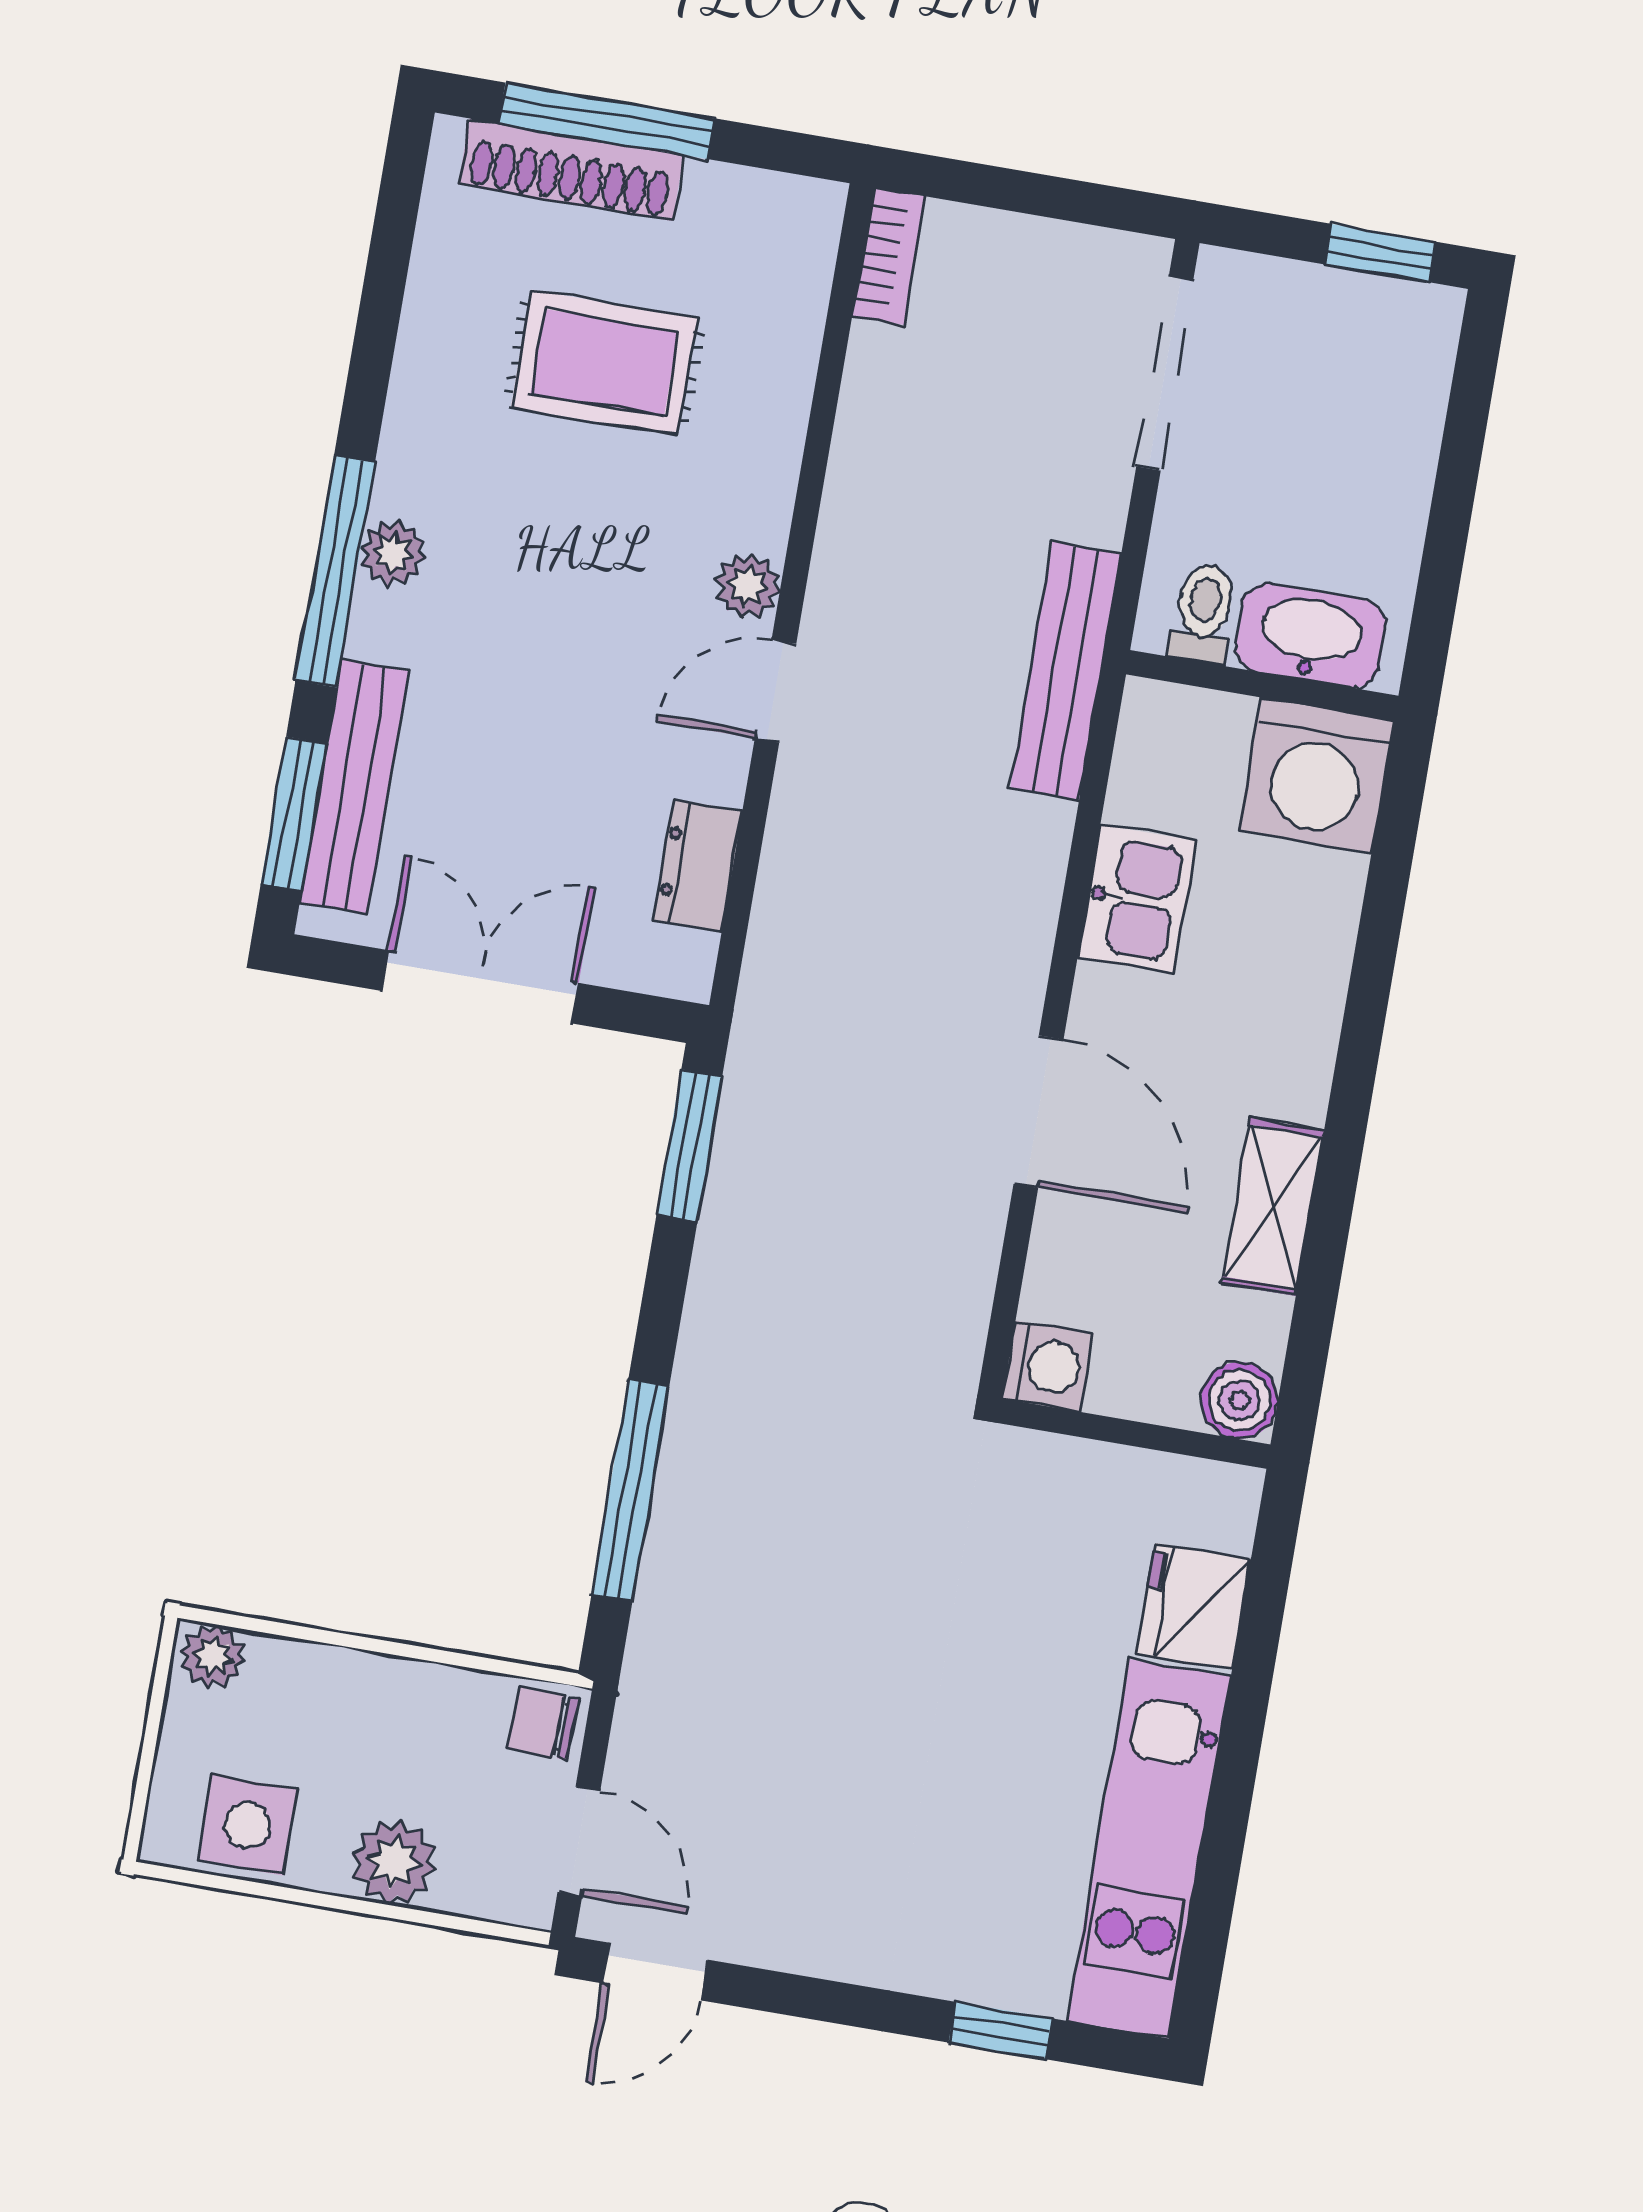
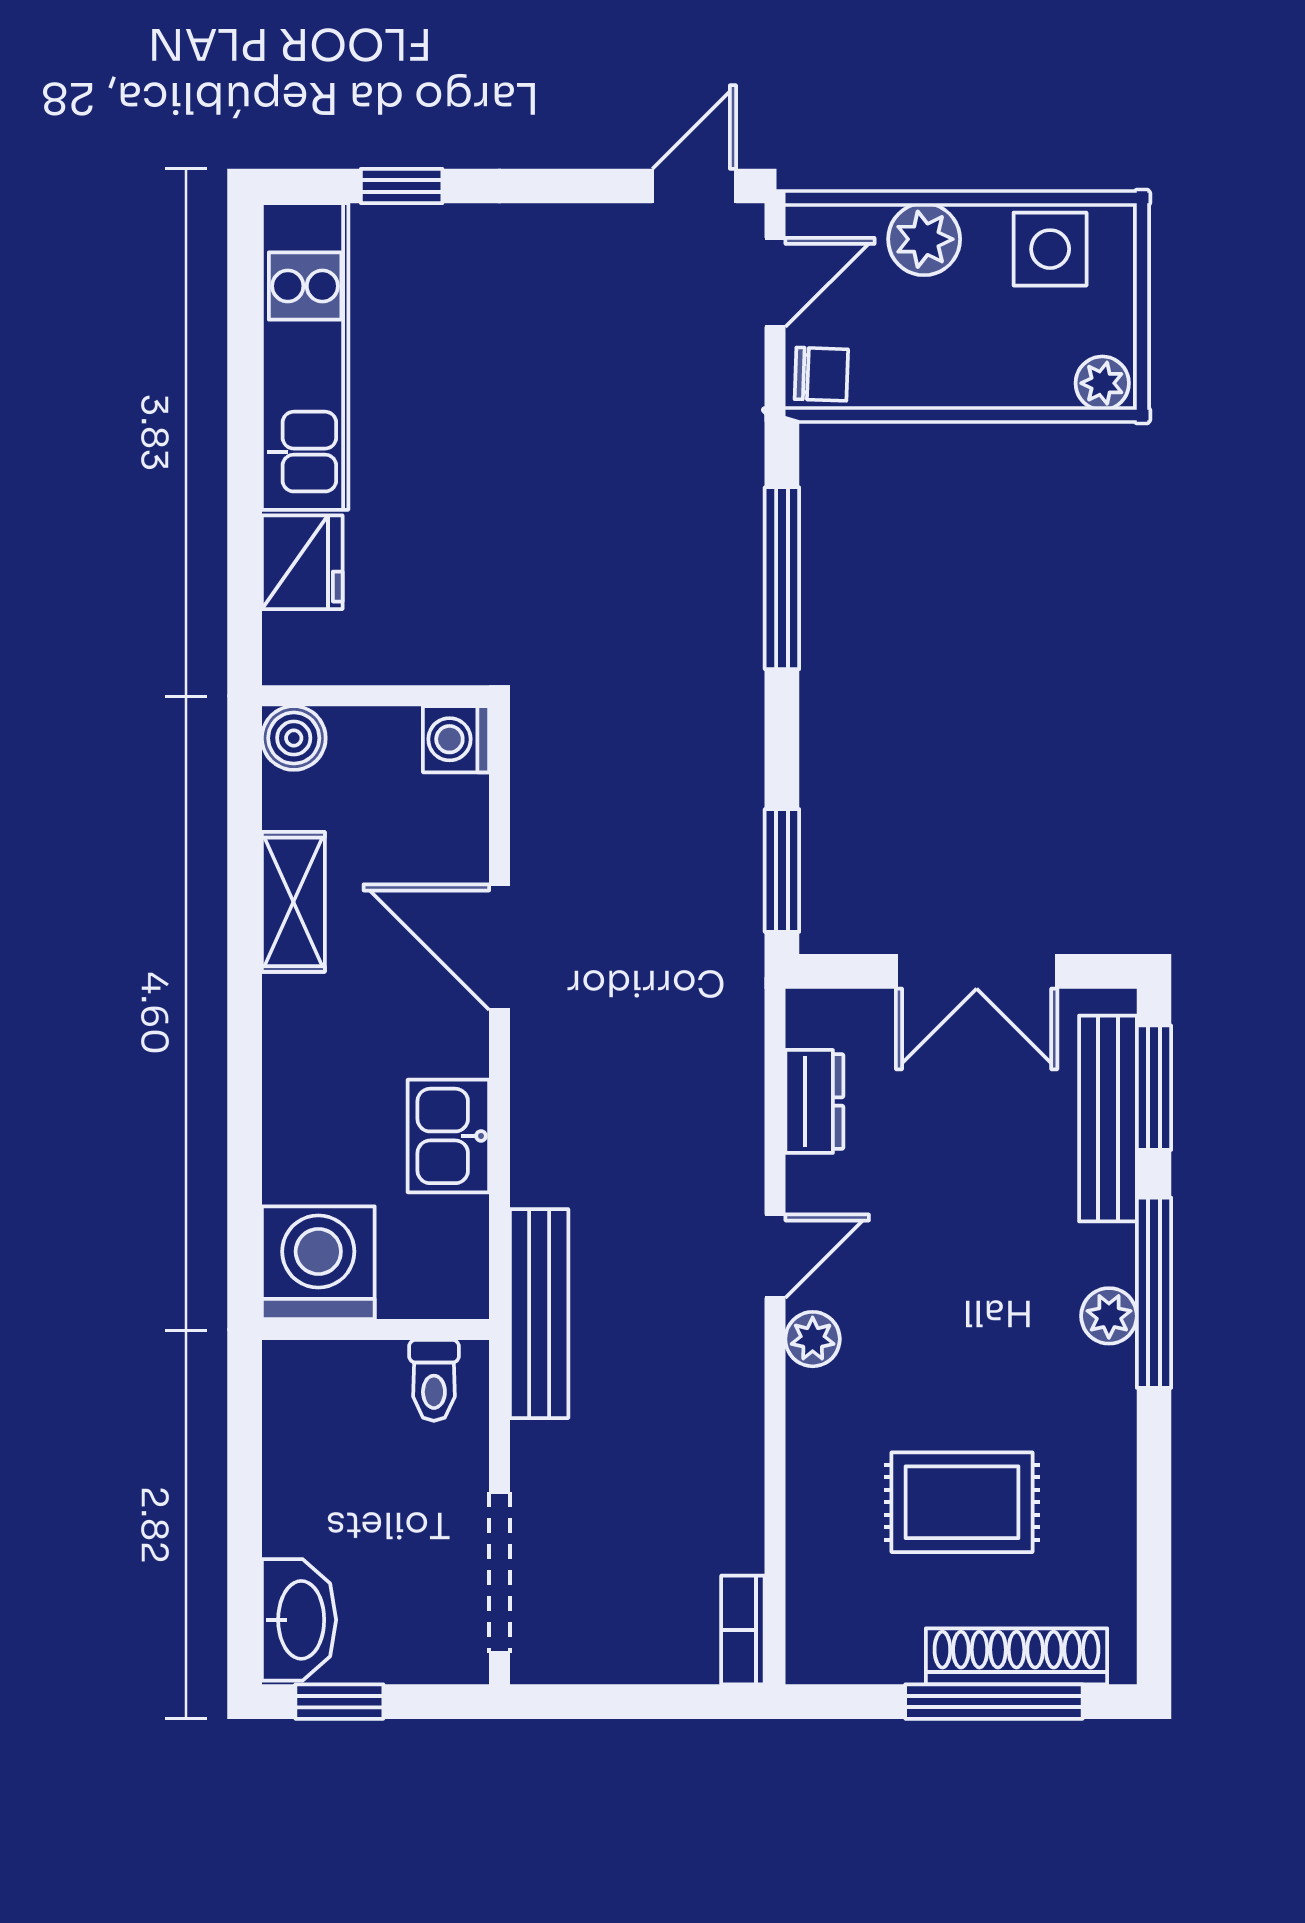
washbasin: (1310, 636) -> (299, 1620), moved, turned -90
door: (579, 1841) -> (775, 282), swing flipped

